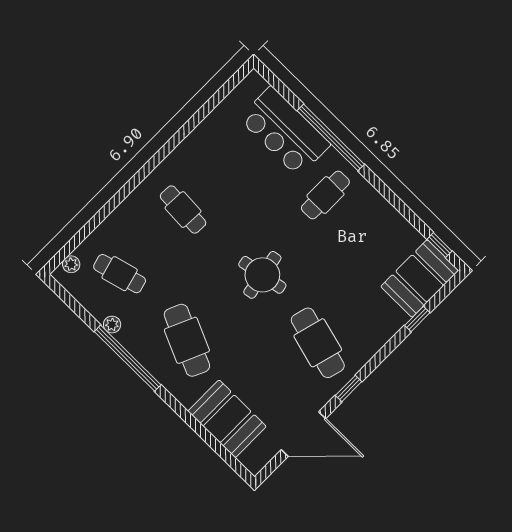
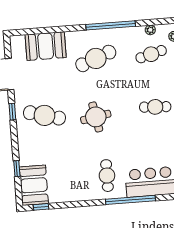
plant: (112, 325) -> (150, 30), moved
cafe table: (187, 340) -> (96, 58), turned -45

